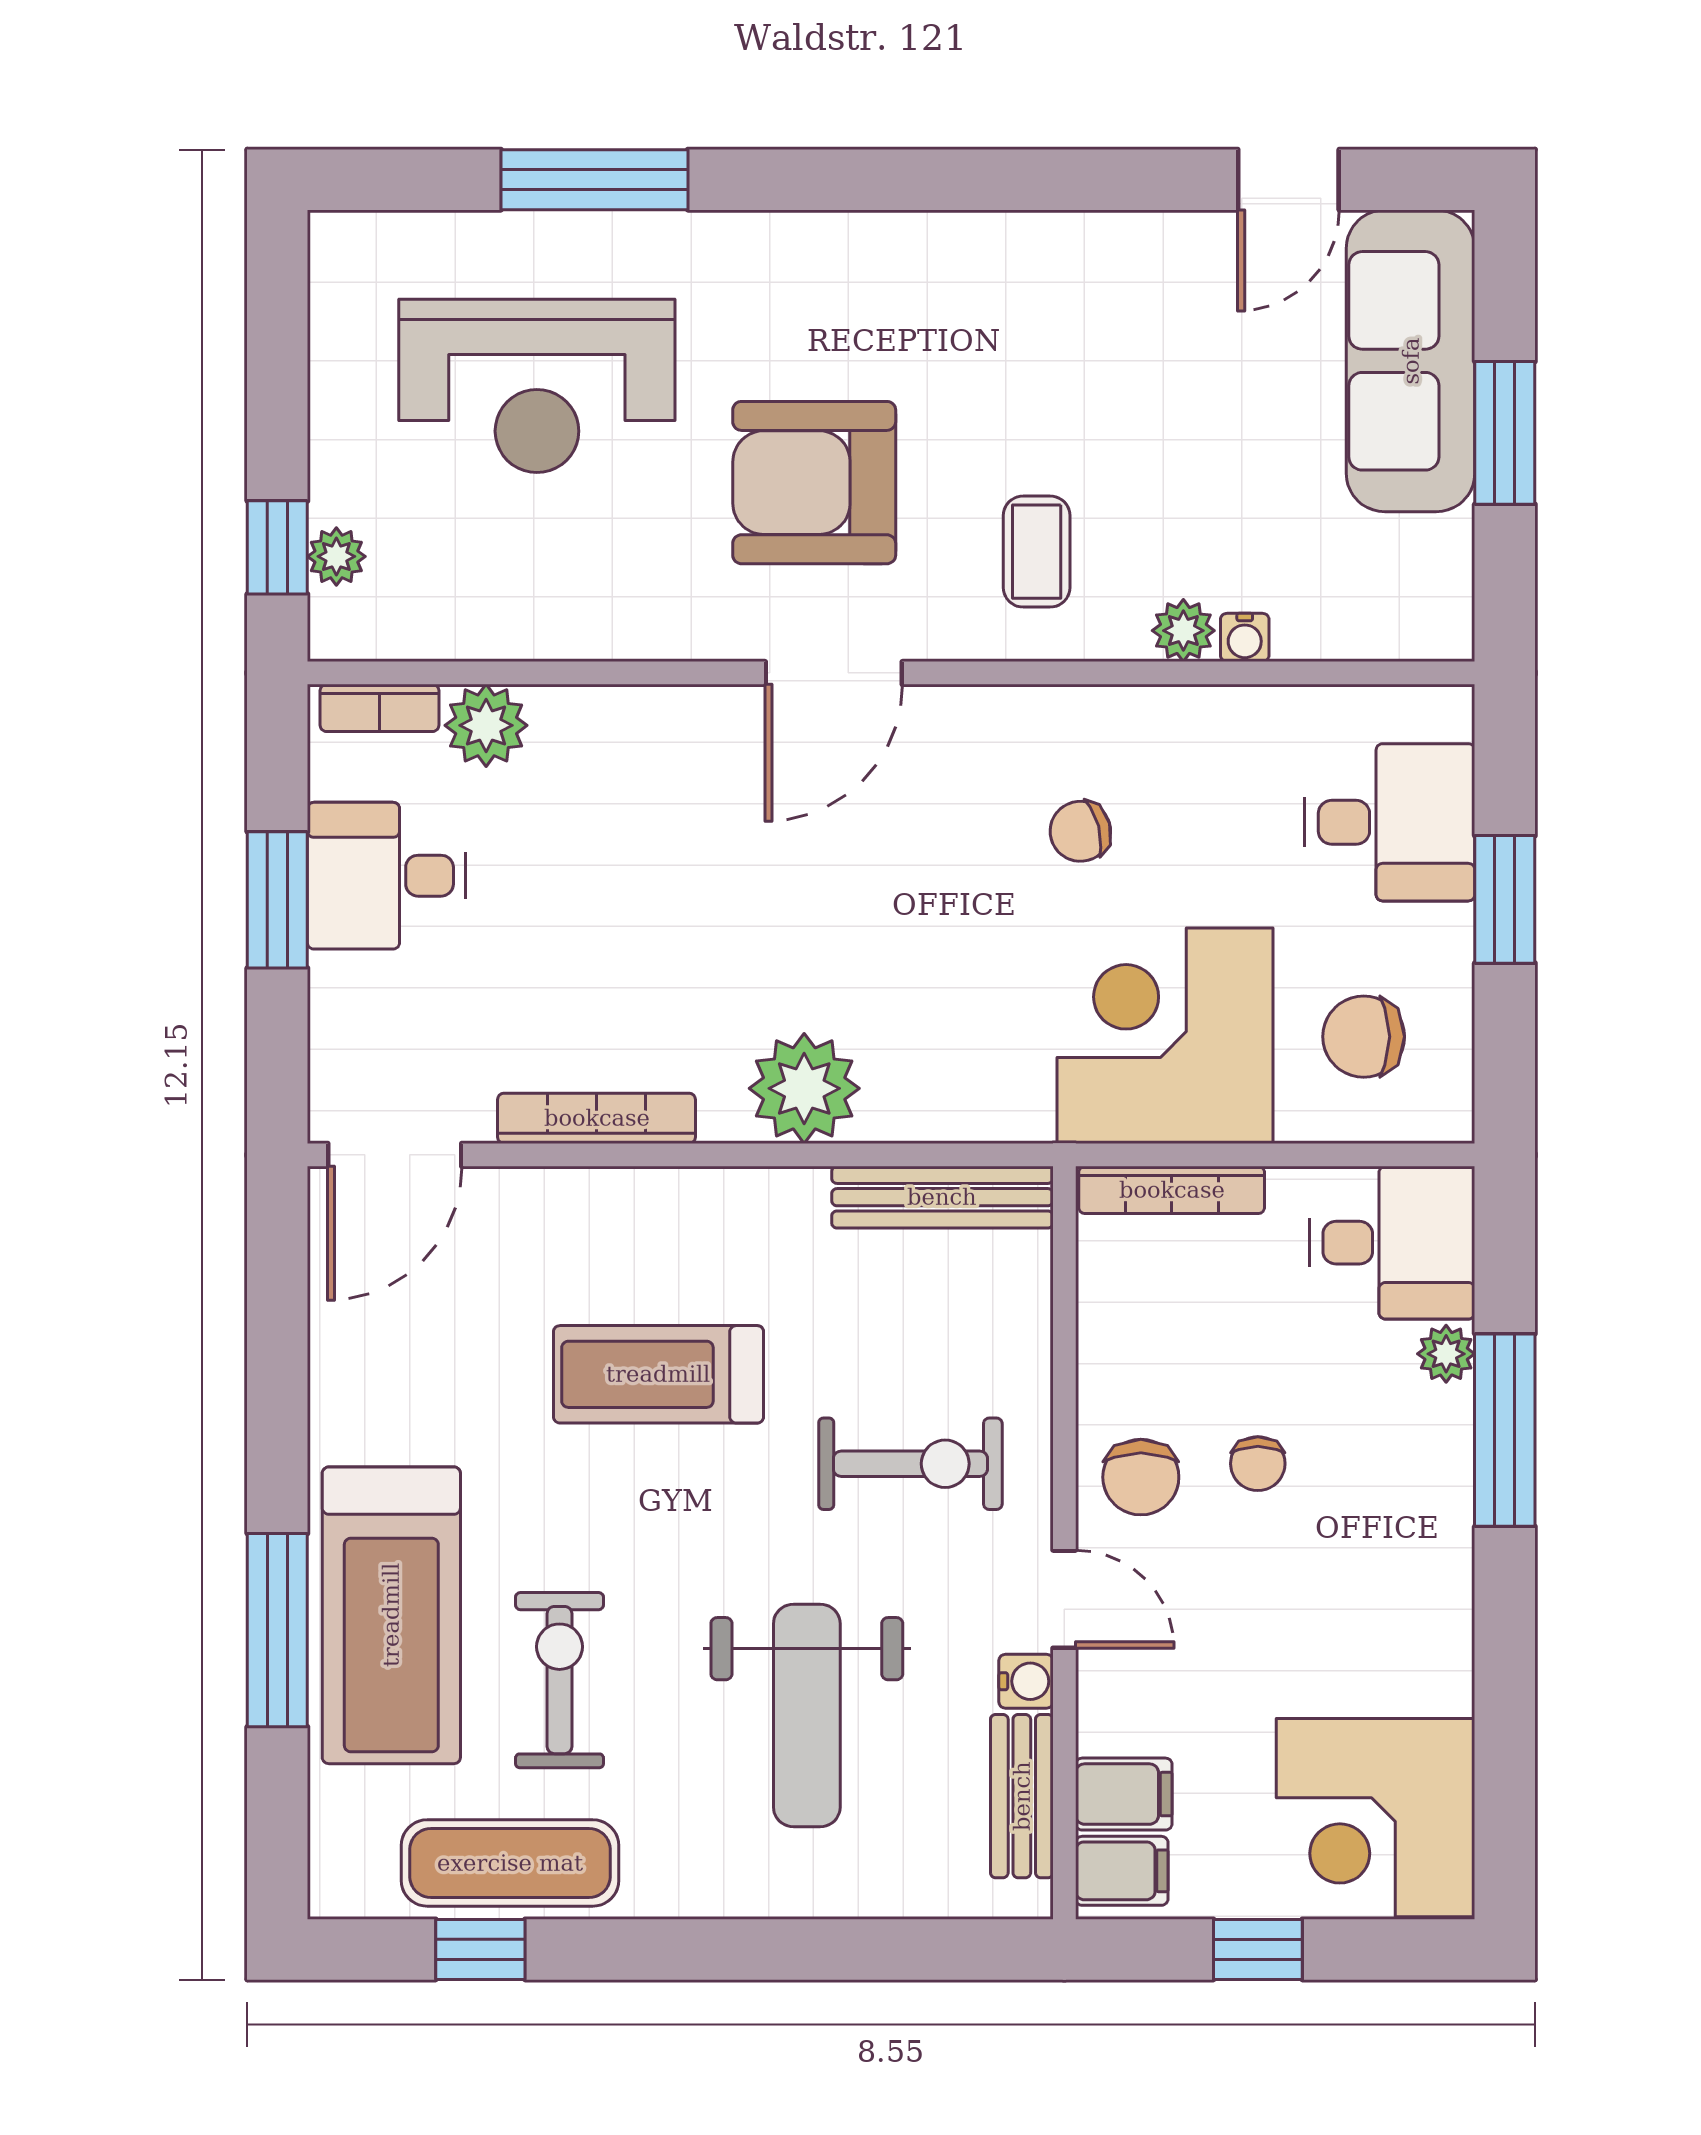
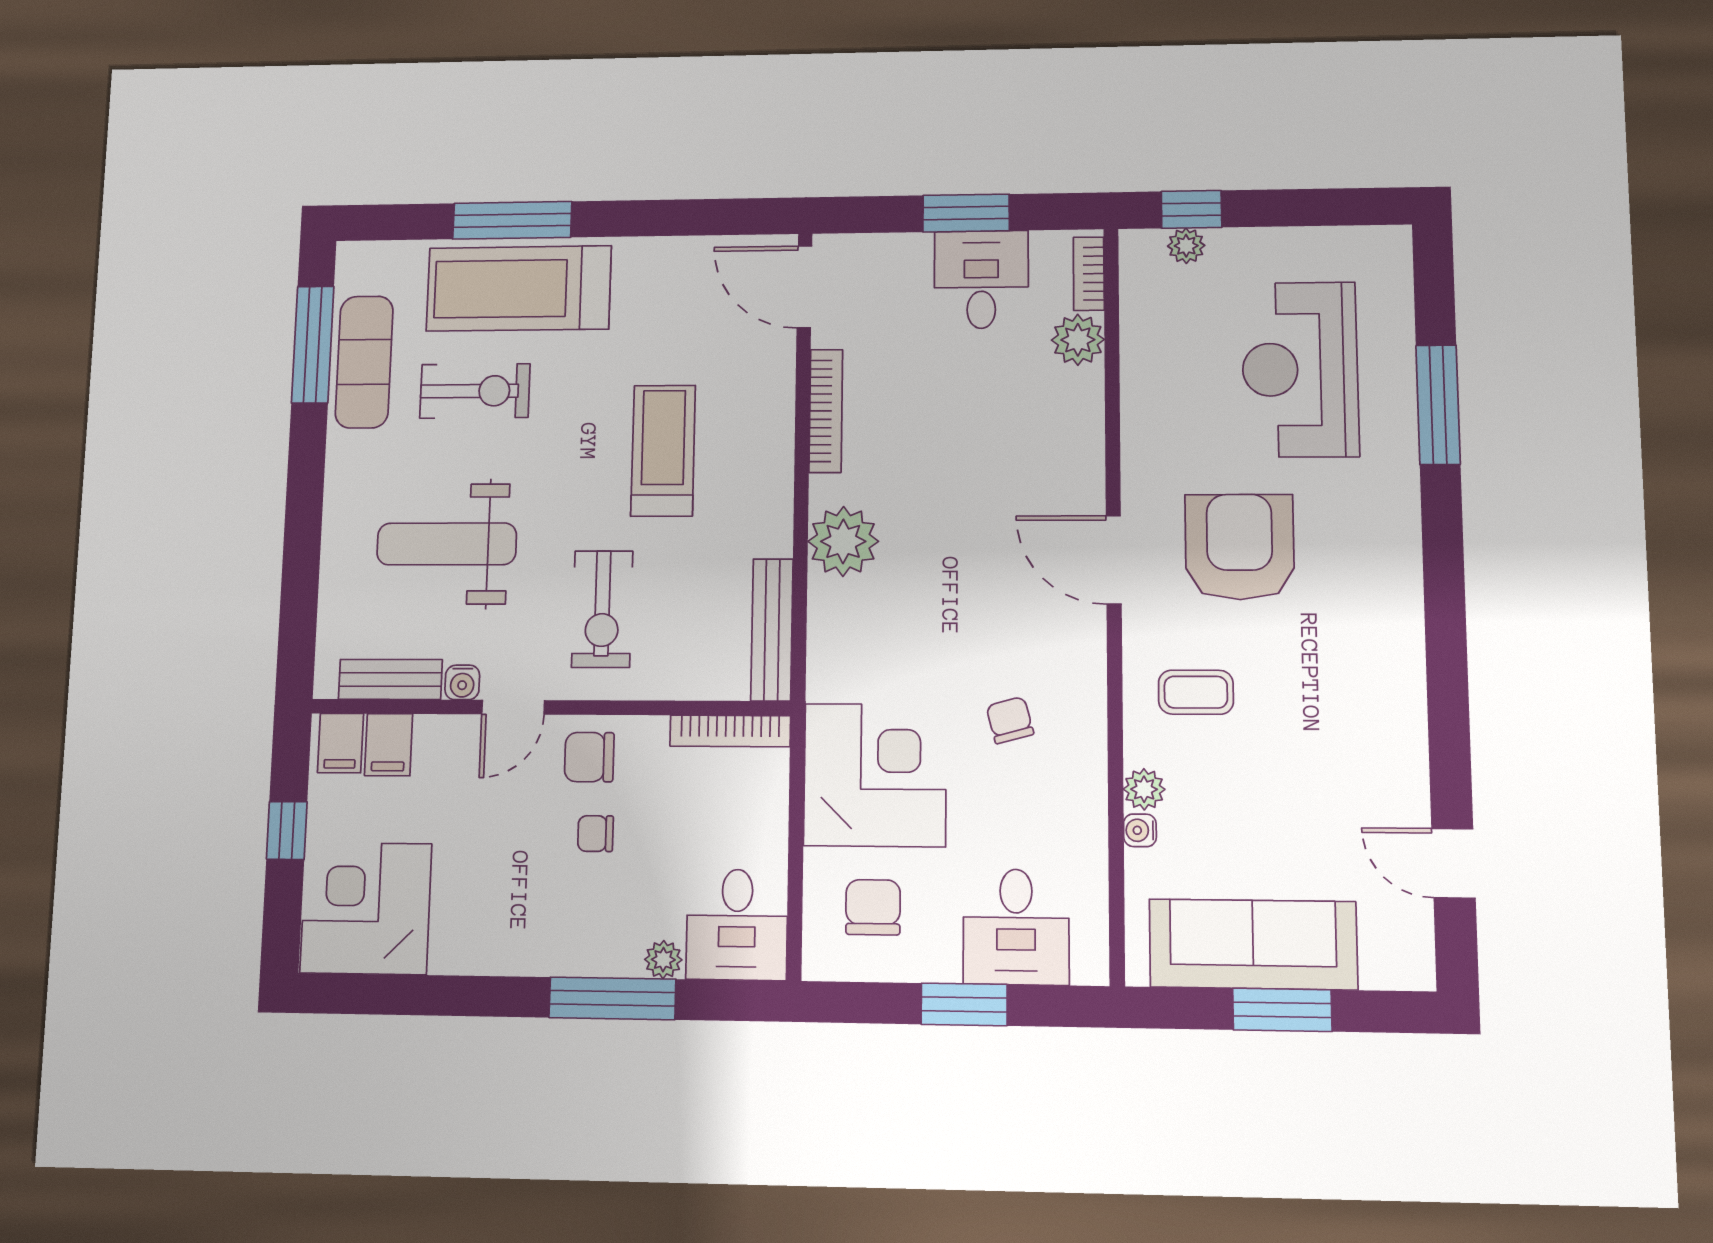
sofa: (1411, 361) -> (1253, 944), moved
bookcase: (1172, 1190) -> (730, 731), moved, turned -90
window: (480, 1949) -> (313, 345), width x2.17

